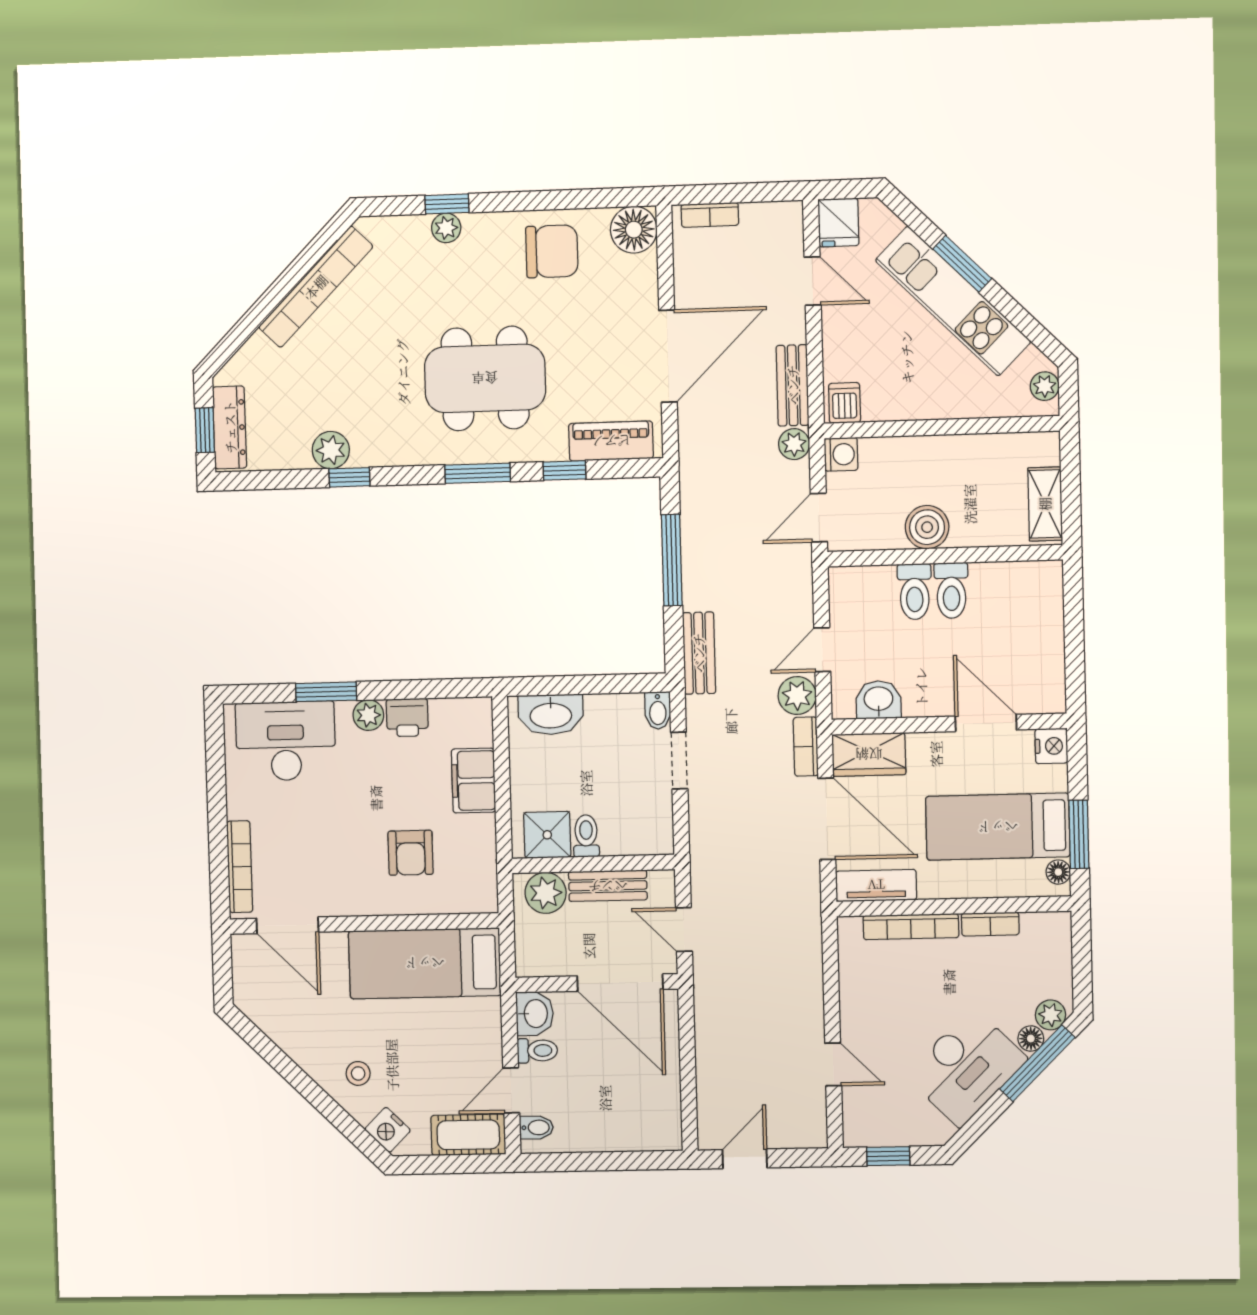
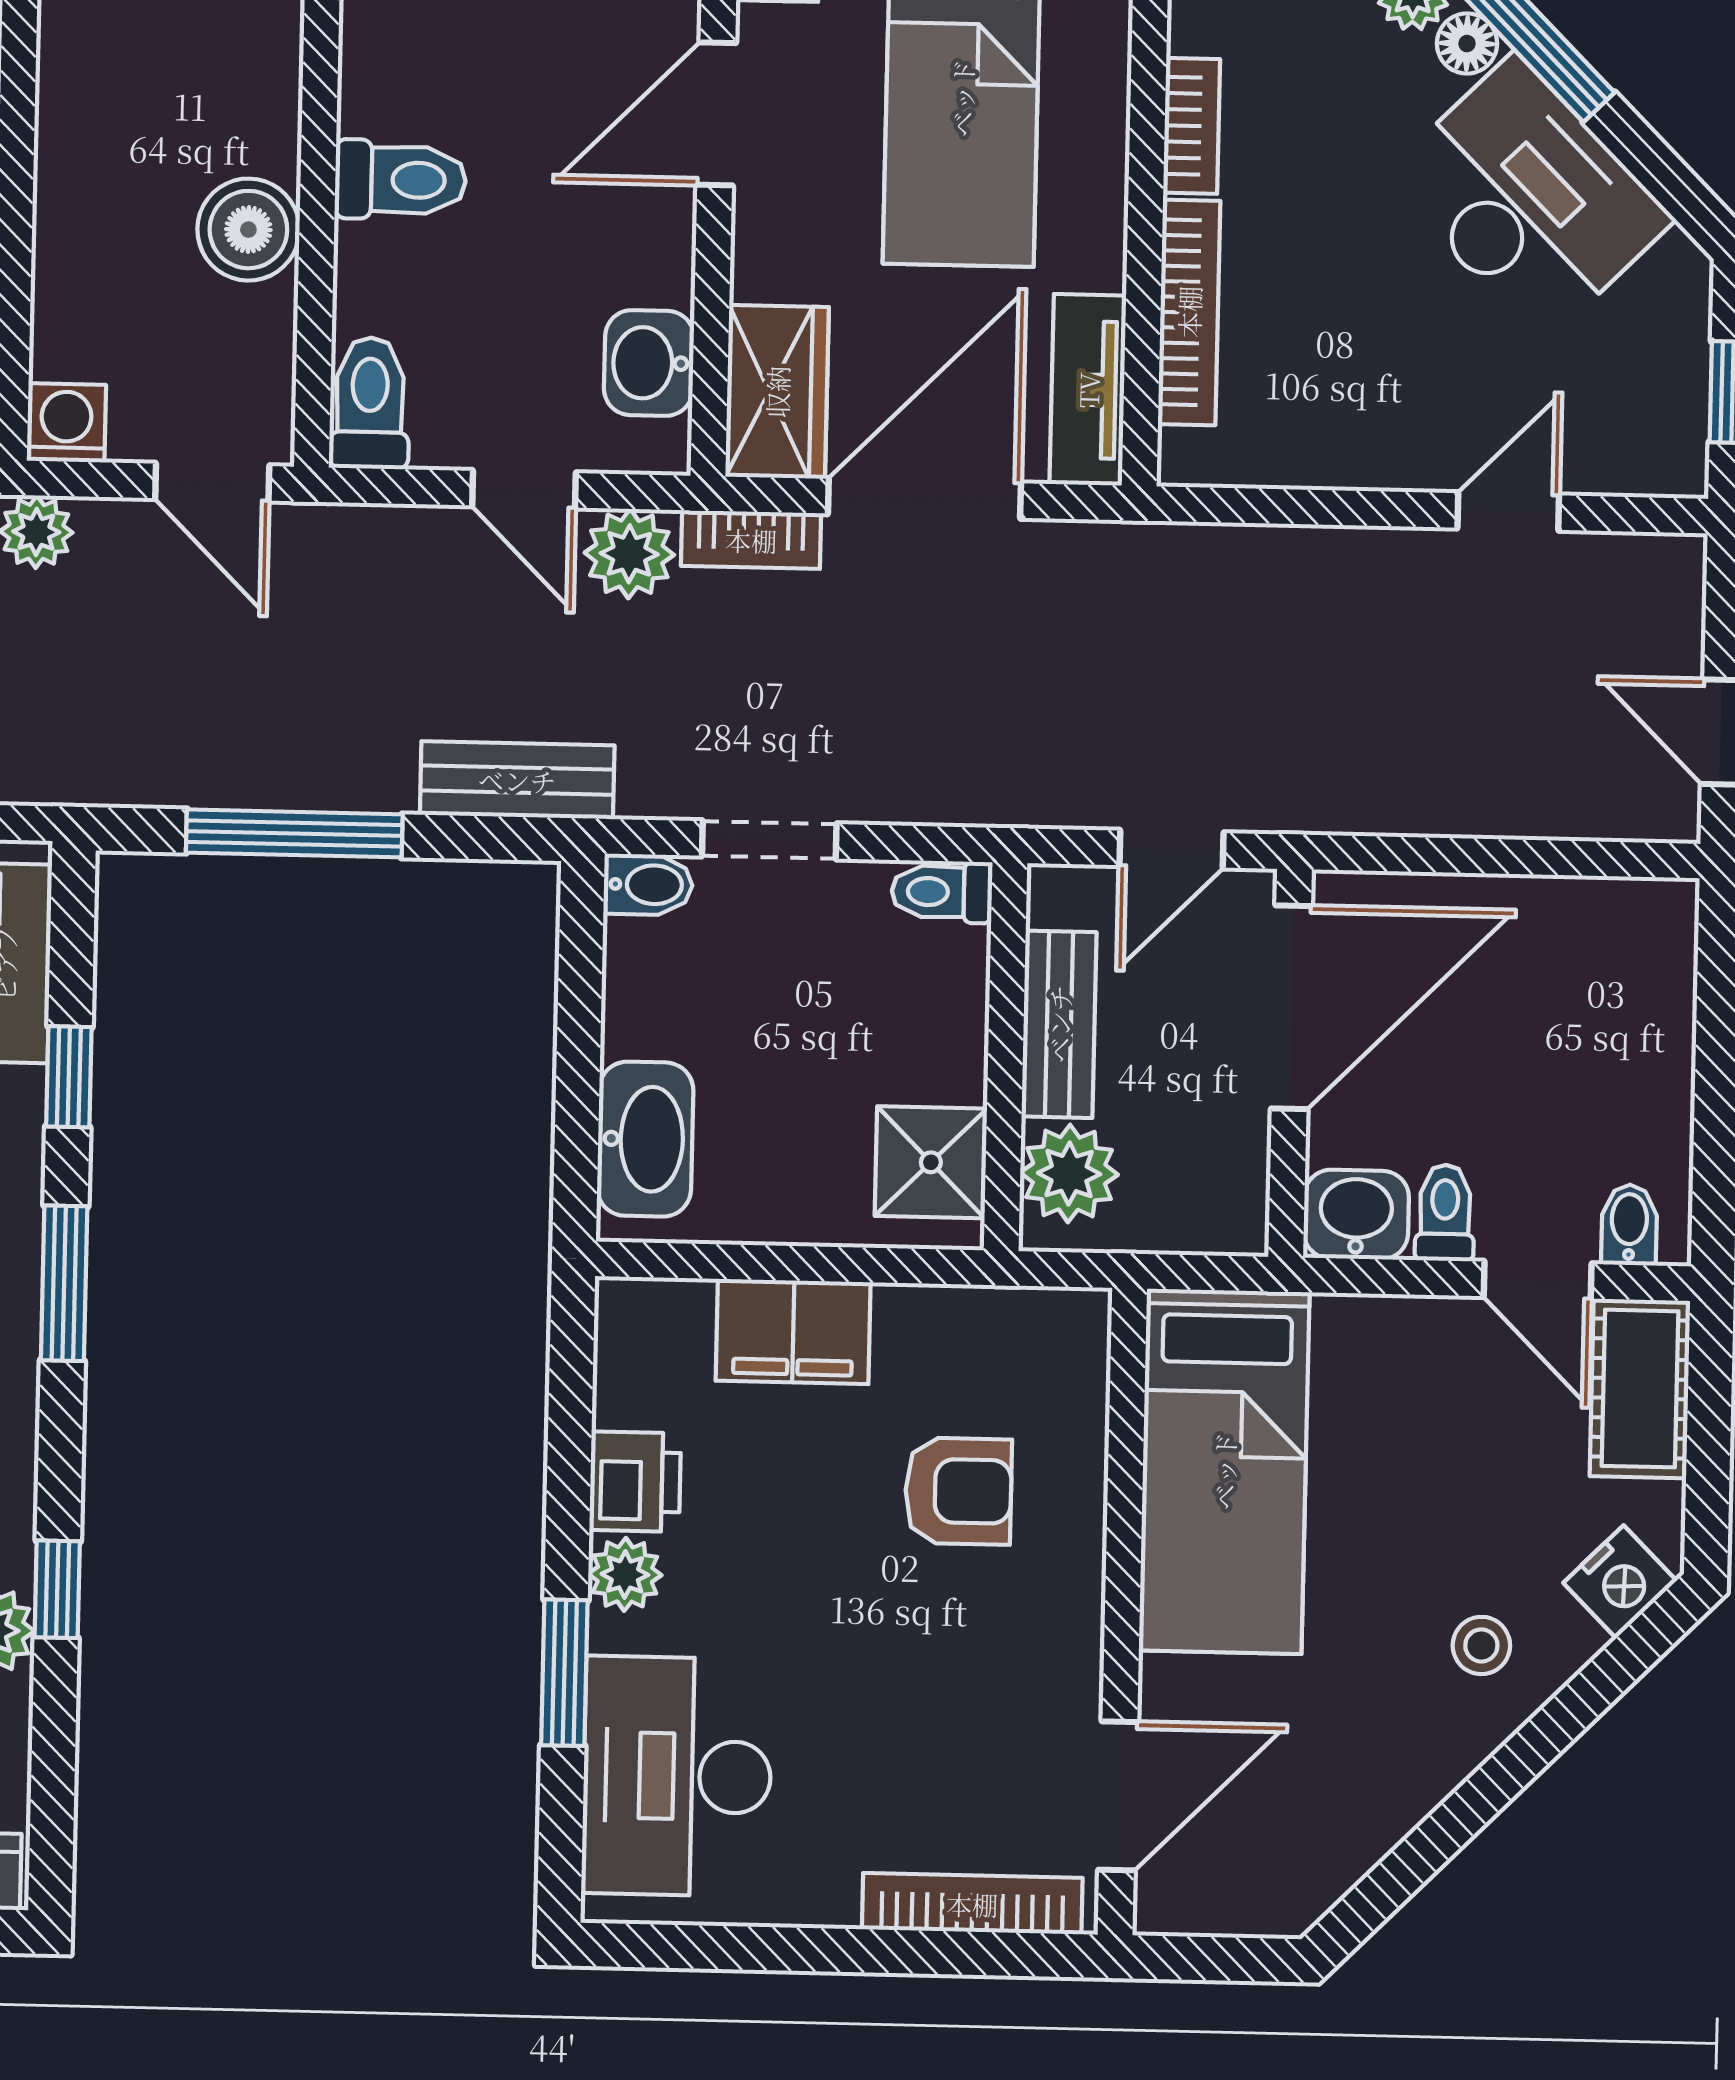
toilet: (915, 592) -> (370, 403), moved, turned -90
toilet: (586, 836) -> (942, 892), moved

